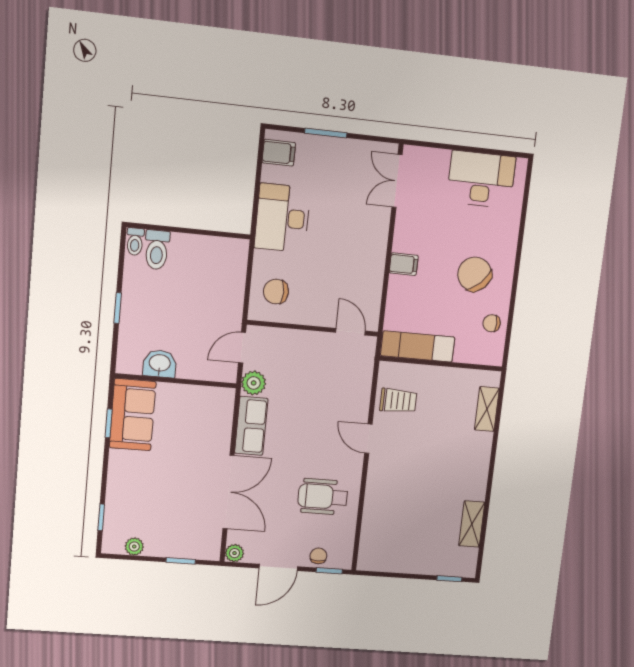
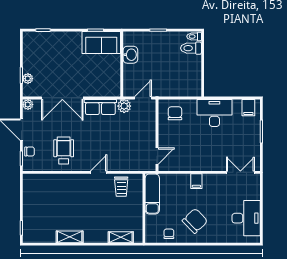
door: (242, 348) -> (143, 98), hinge flipped
shelving: (472, 524) -> (70, 237), moved
plant: (134, 547) -> (28, 79), moved

